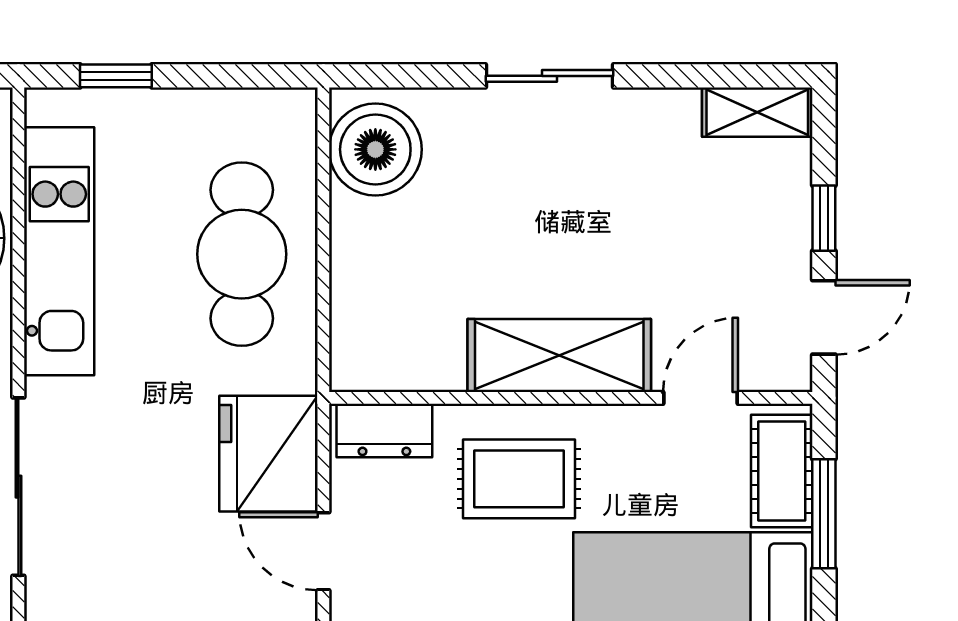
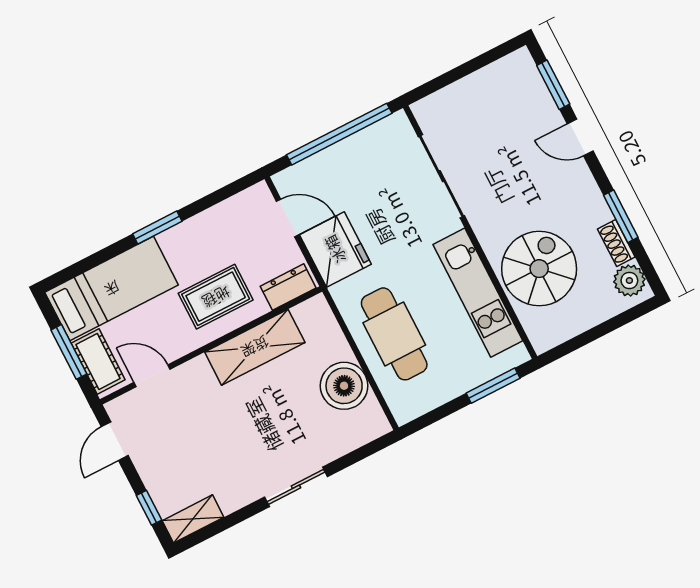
window: (116, 76) -> (493, 386), width x1.50
boiler: (375, 149) -> (344, 386), moved
window: (824, 218) -> (149, 508), moved
shelving: (559, 356) -> (255, 347), moved
door: (700, 398) -> (152, 376), swing flipped

